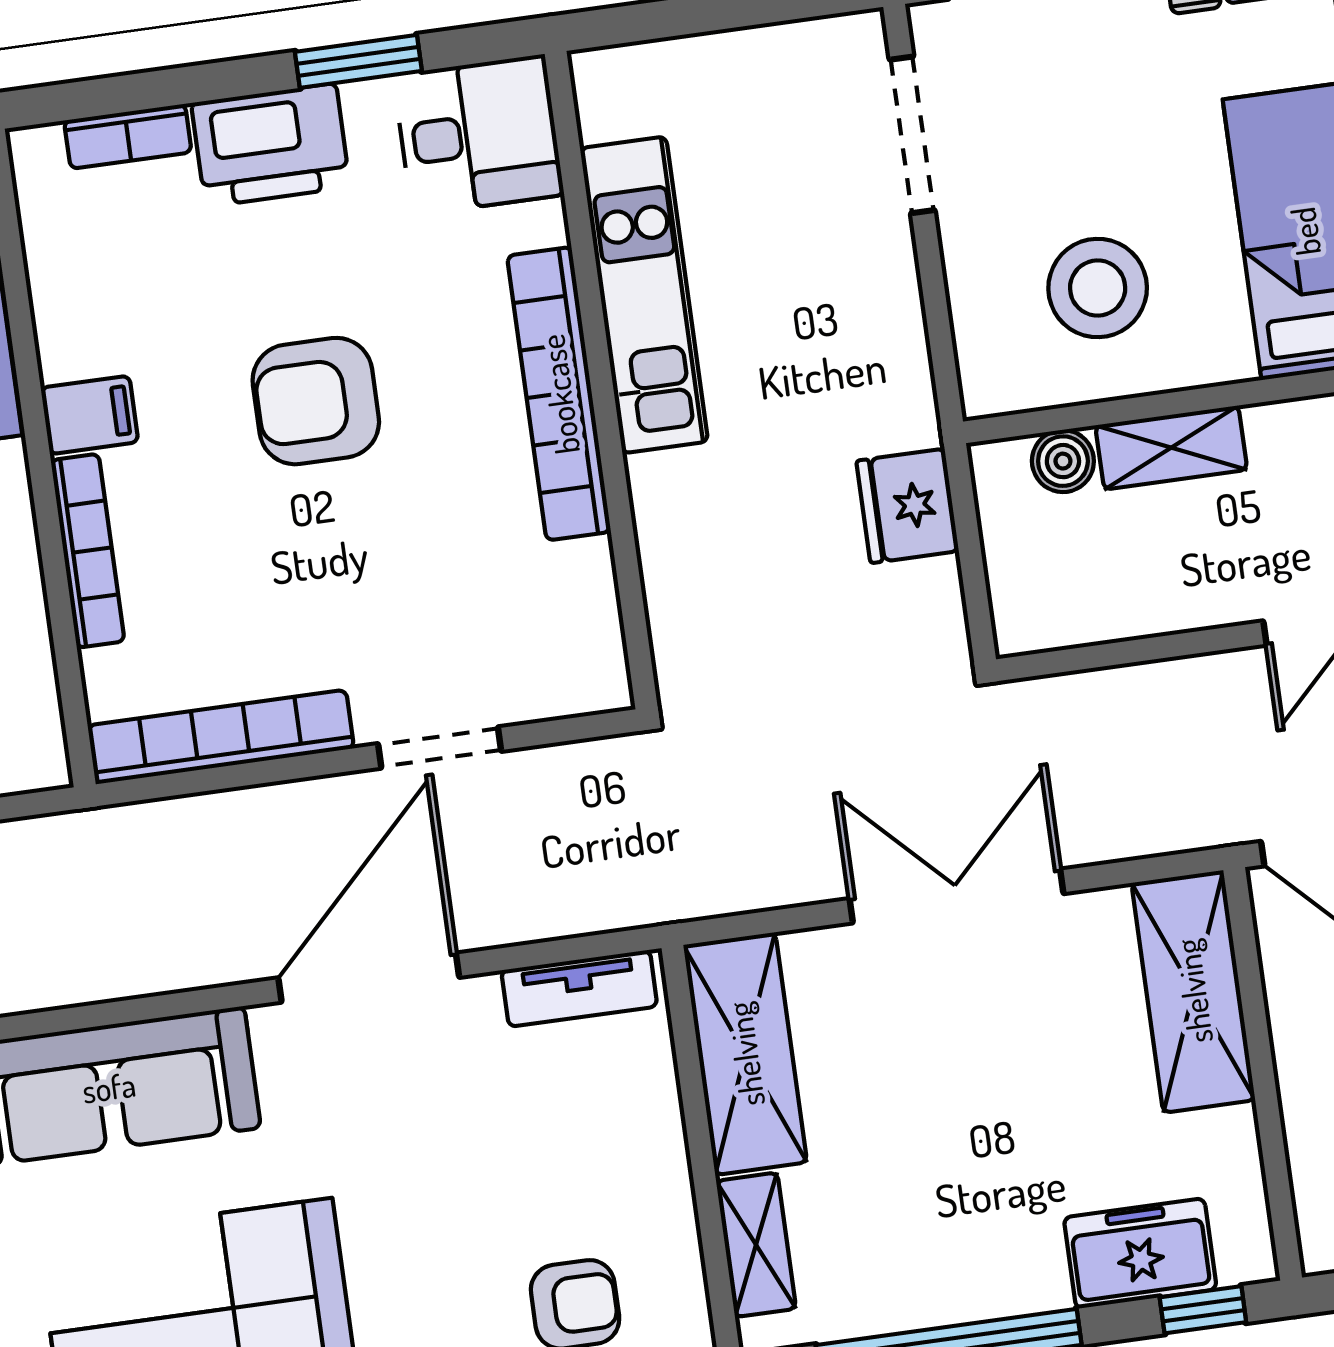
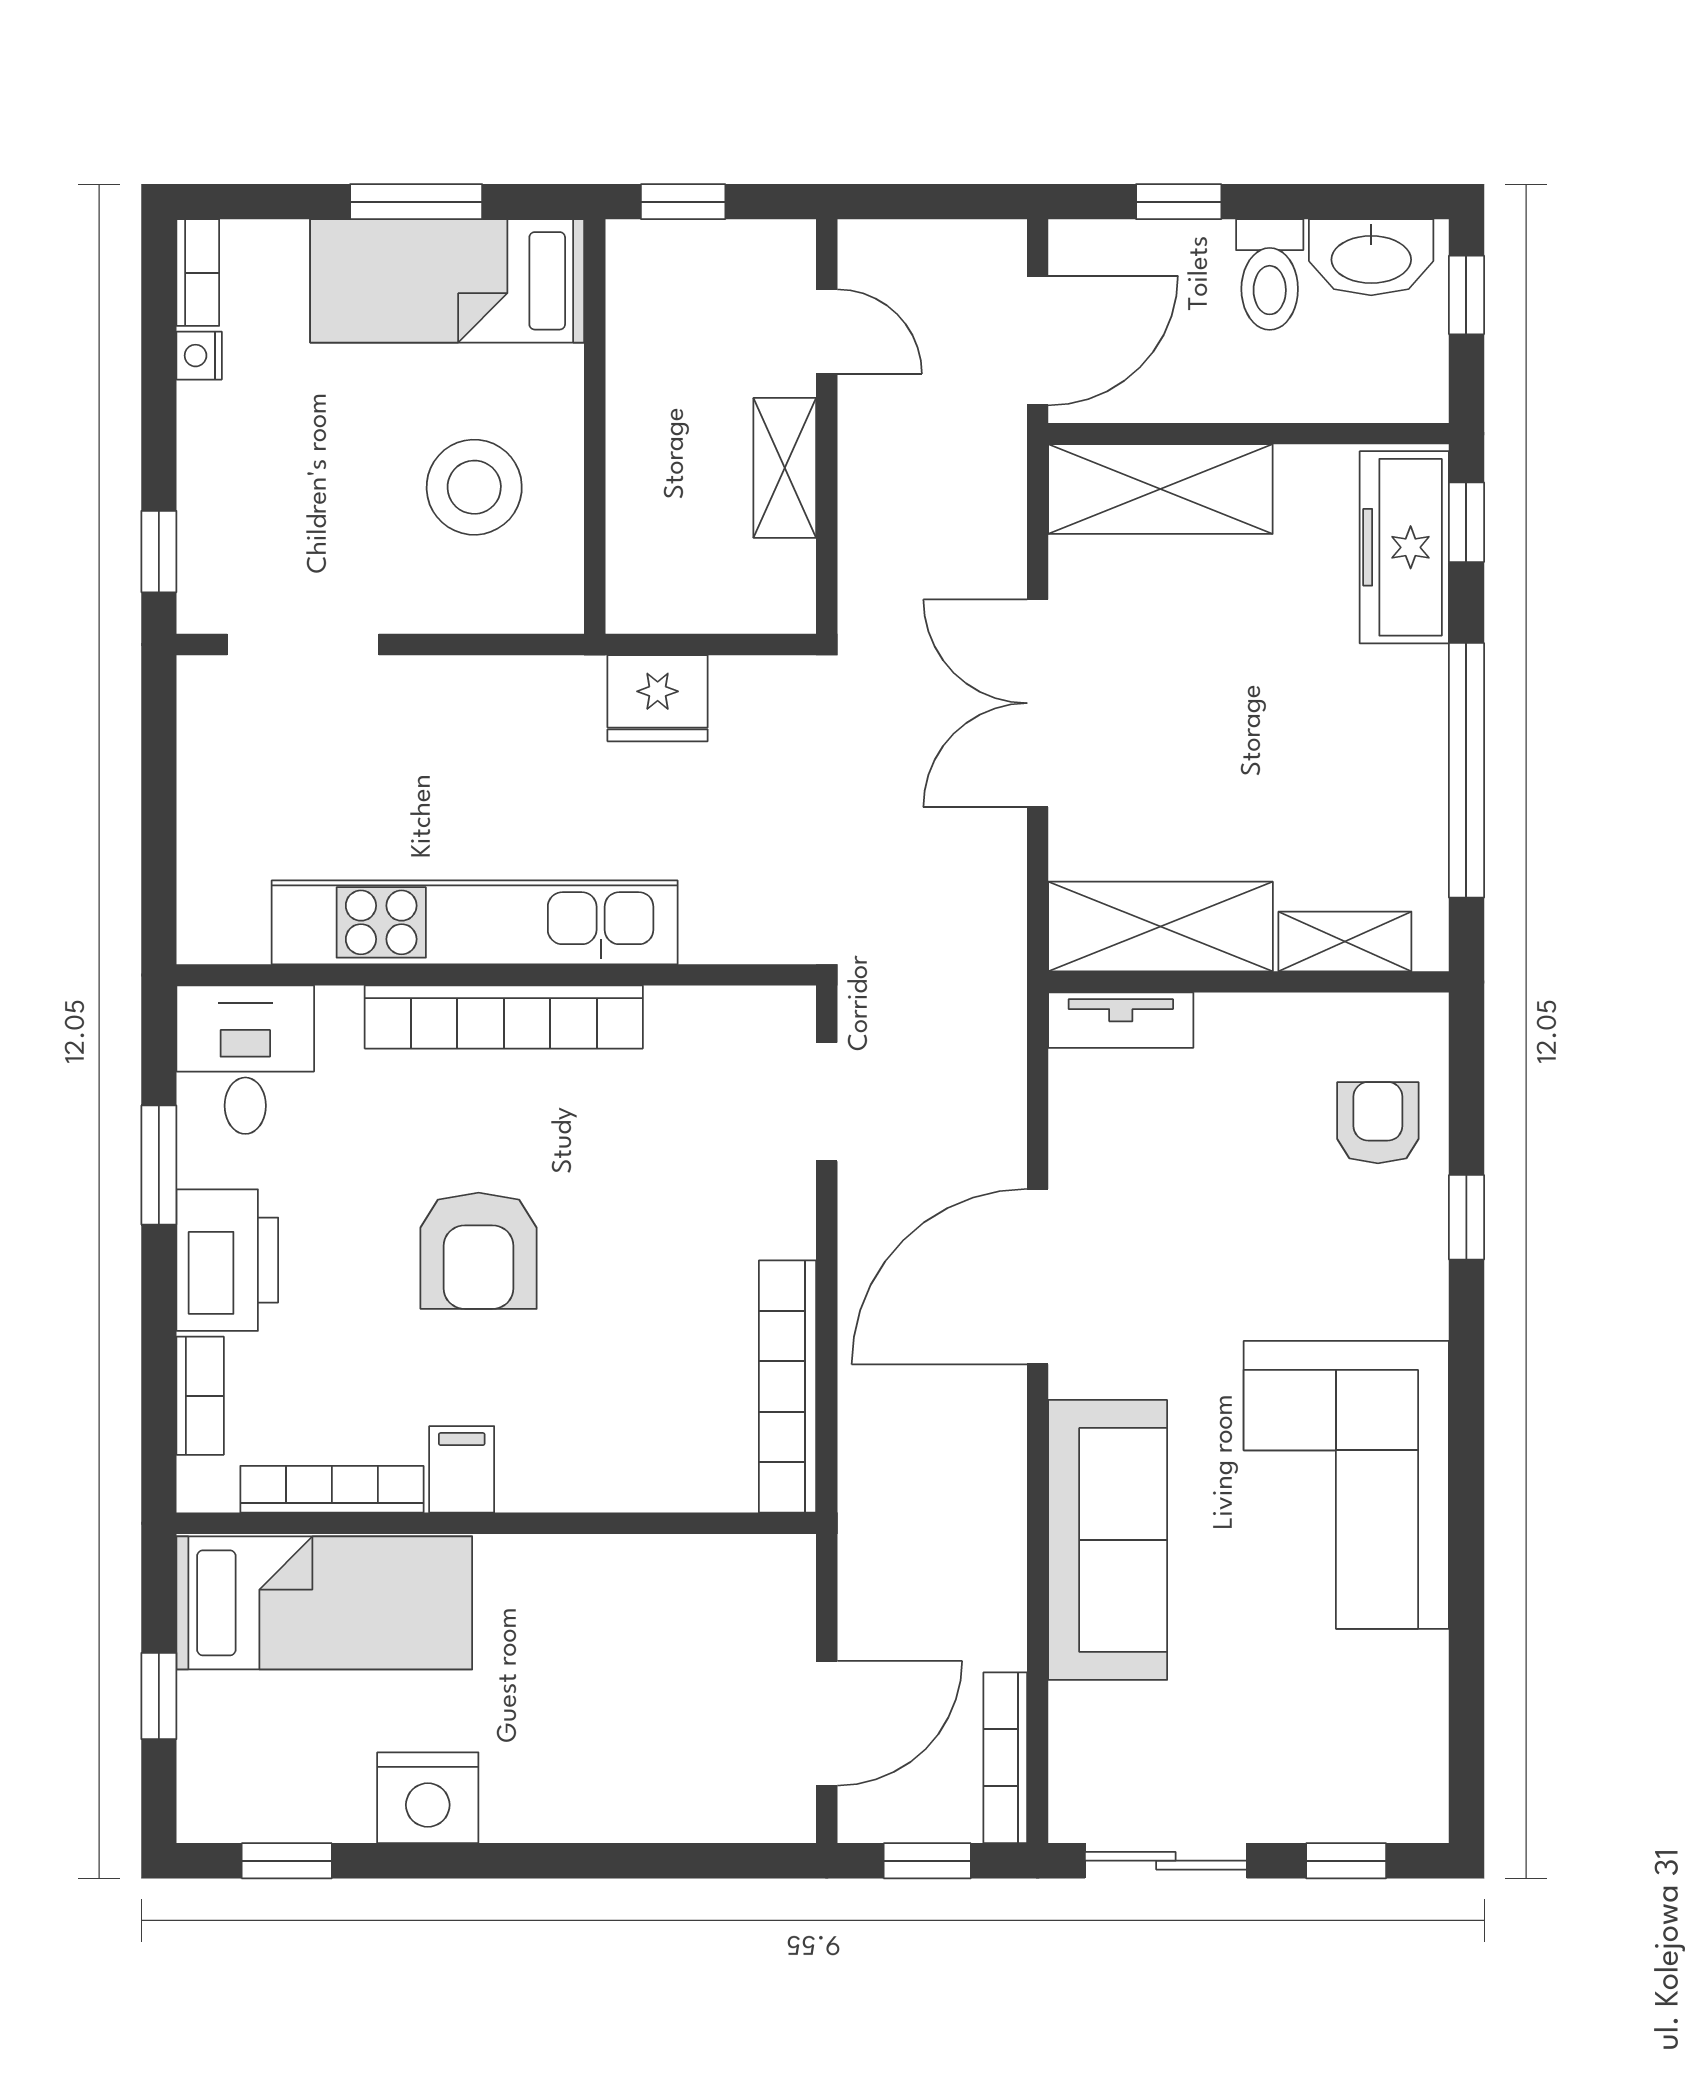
kitchen unit: (644, 295) -> (475, 922), width x1.36
shelving: (1171, 448) -> (785, 468), moved
boiler: (1063, 461) -> (635, 543), removed
bookcase: (88, 551) -> (332, 1489), moved
doorway: (440, 748) -> (827, 1102), moved
door: (369, 978) -> (1038, 1277), hinge flipped
tv unit: (579, 988) -> (1121, 1020), moved, turned 90
freezer: (1140, 1253) -> (1404, 547), width x1.40

